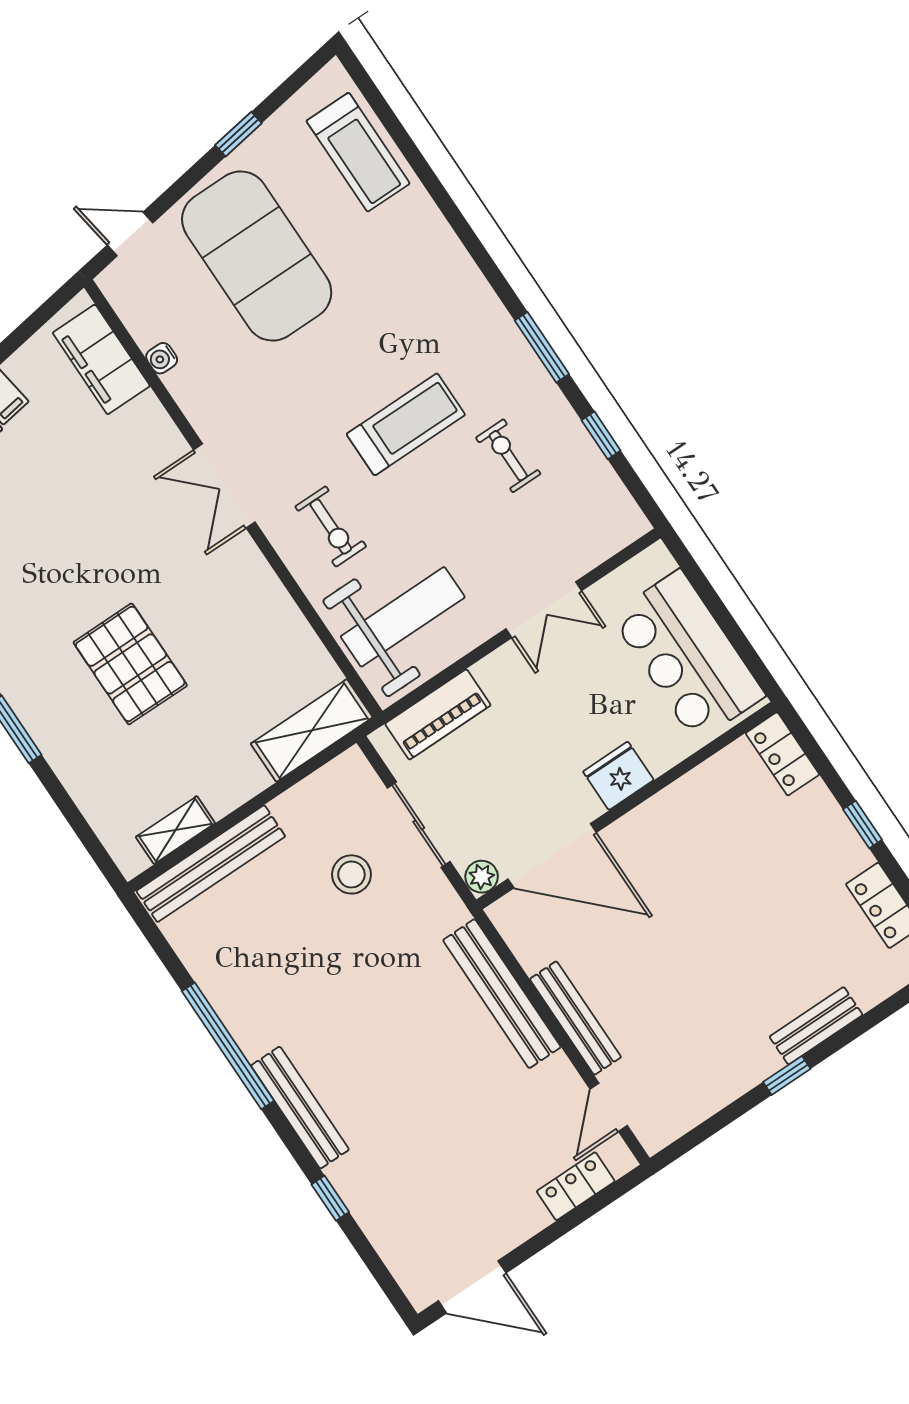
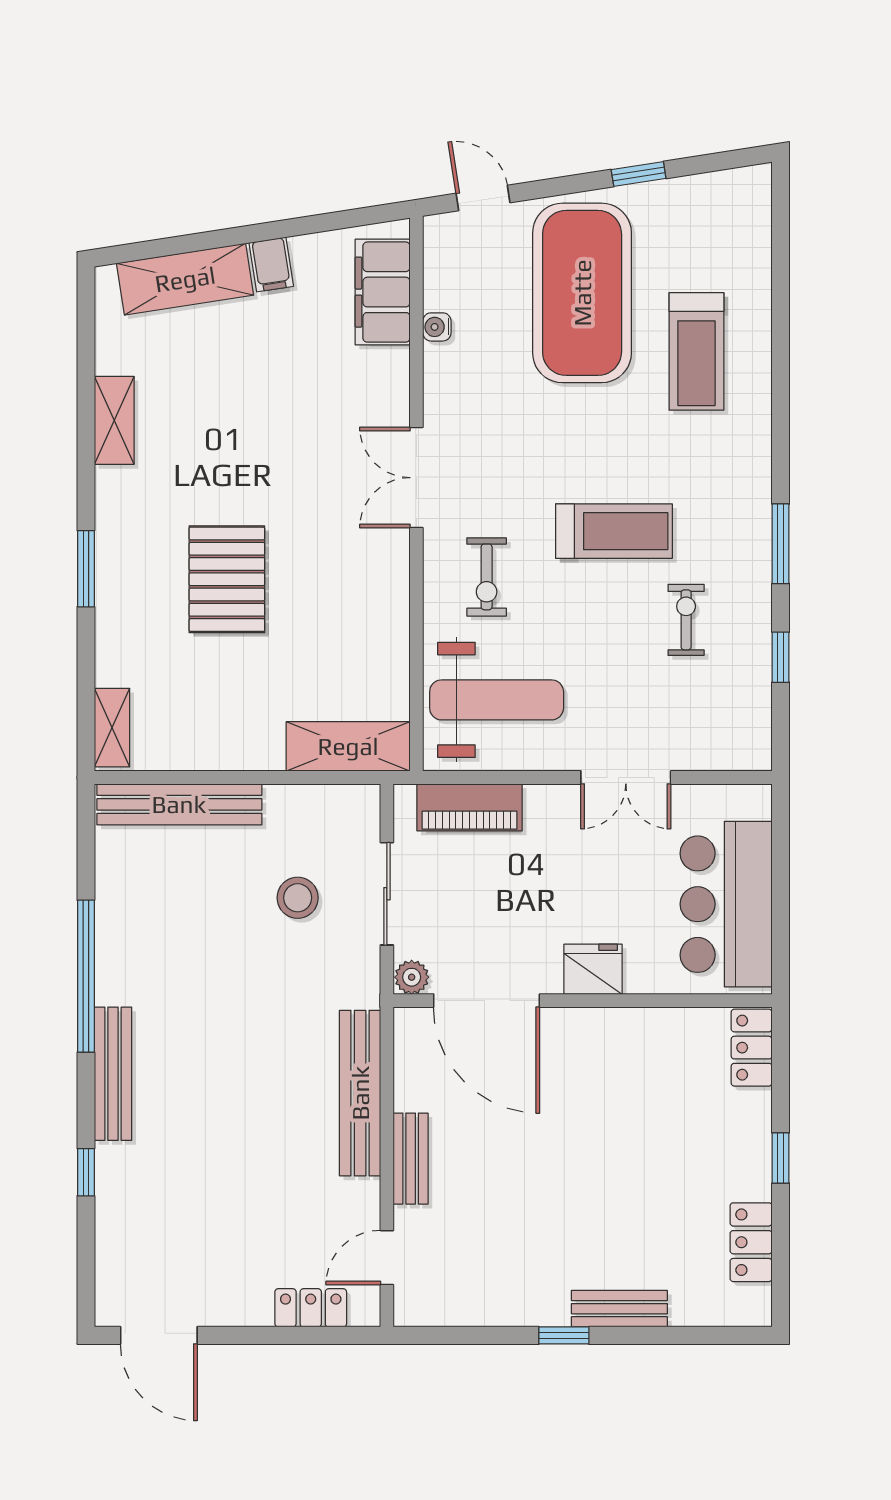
treadmill: (358, 152) -> (696, 351), moved
shelving: (175, 830) -> (112, 728), moved, turned 90
bench: (575, 1018) -> (411, 1159), width x0.73

